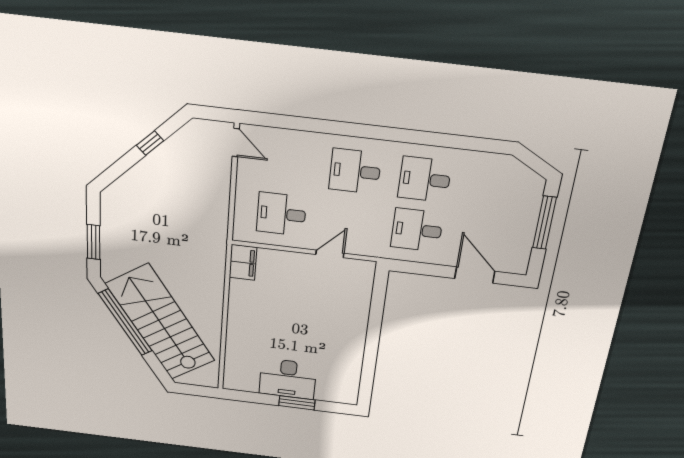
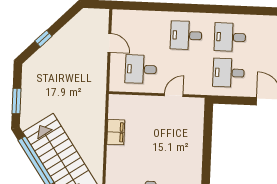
window: (150, 143) -> (43, 39), moved
door: (236, 143) -> (109, 43), moved
filing cabinet: (243, 262) -> (116, 132), moved

